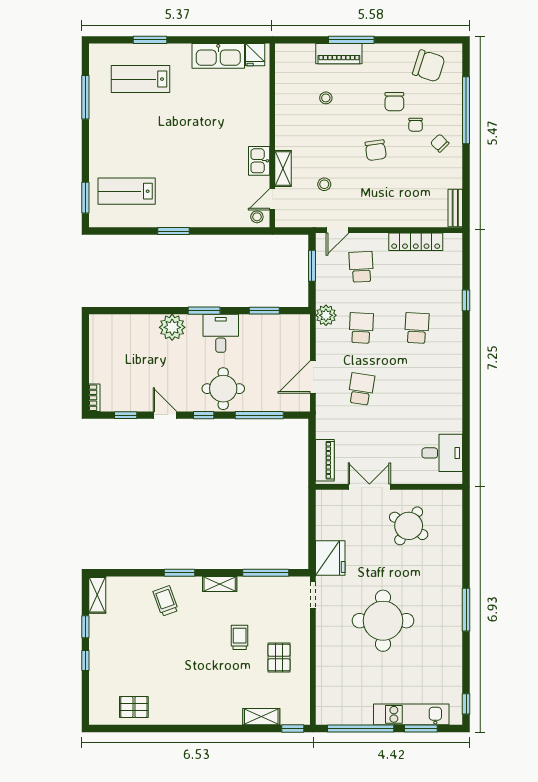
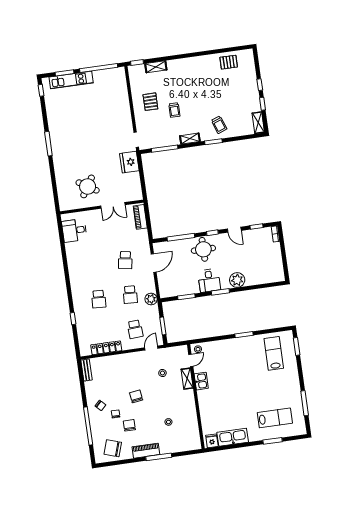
piano: (339, 54) -> (146, 451), moved
lab bench: (127, 191) -> (274, 353), turned -90
round table: (383, 621) -> (95, 131), removed

